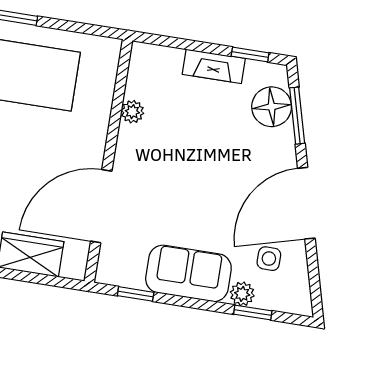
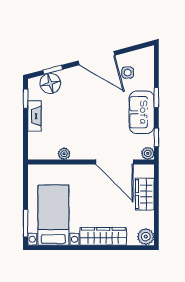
window: (297, 116) -> (53, 70), width x0.67
plant: (242, 294) -> (148, 153), moved
window: (253, 313) -> (156, 97), moved

